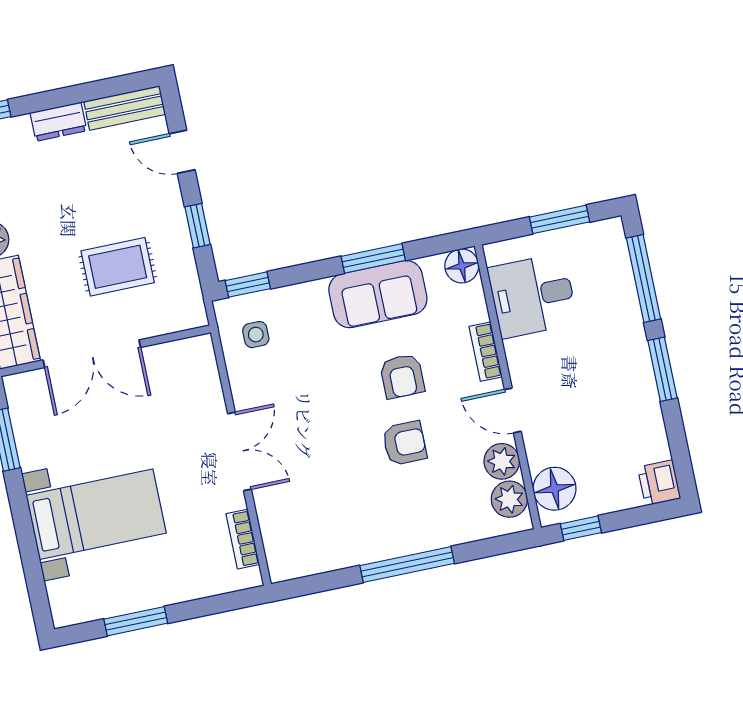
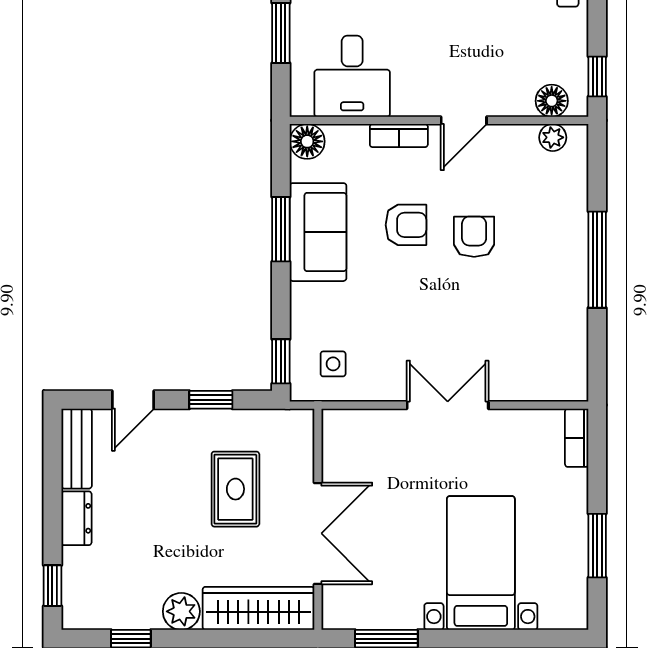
plant: (502, 461) -> (513, 142), removed
floor lamp: (555, 489) -> (552, 101), width x0.73, depth x0.73
plant: (509, 499) -> (553, 137), width x0.73, depth x0.73
bookcase: (243, 539) -> (577, 438), moved, turned 90

